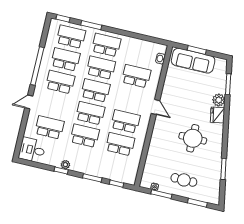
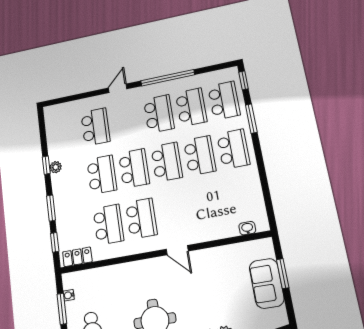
sofa: (193, 61) -> (267, 283), width x0.73
school desk: (136, 76) -> (209, 206), removed
door: (29, 102) -> (118, 88), hinge flipped
door: (155, 107) -> (177, 250), hinge flipped
desk: (32, 150) -> (59, 119), removed
locker: (132, 172) -> (77, 257), added

